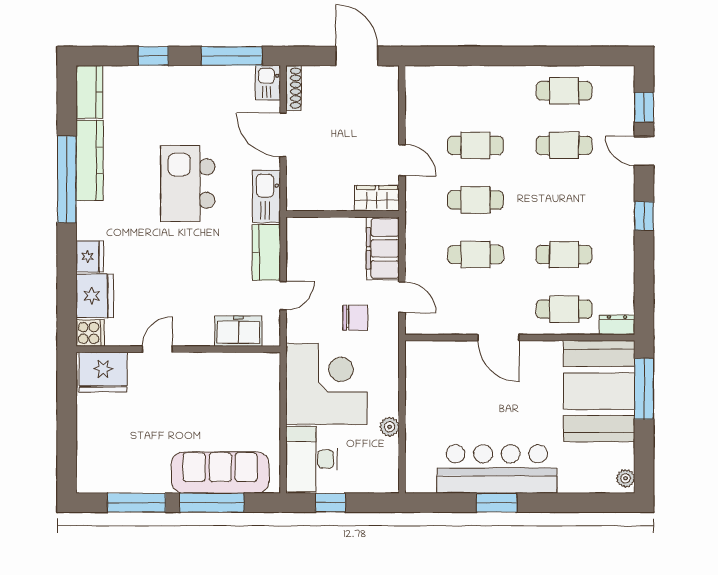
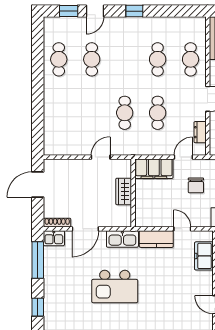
cafe table: (476, 145) -> (92, 113), removed
wardrobe: (377, 198) -> (124, 191), moved
chair: (355, 318) -> (196, 185), turned 180
dresser: (617, 325) -> (200, 132), moved

